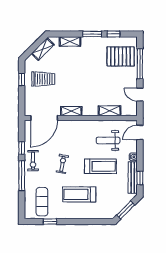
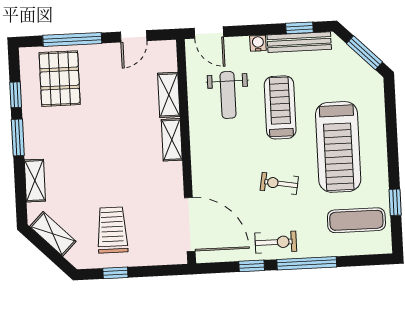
shelving: (71, 111) -> (172, 140), moved
treadmill: (79, 194) -> (338, 147), width x1.37, depth x1.37

